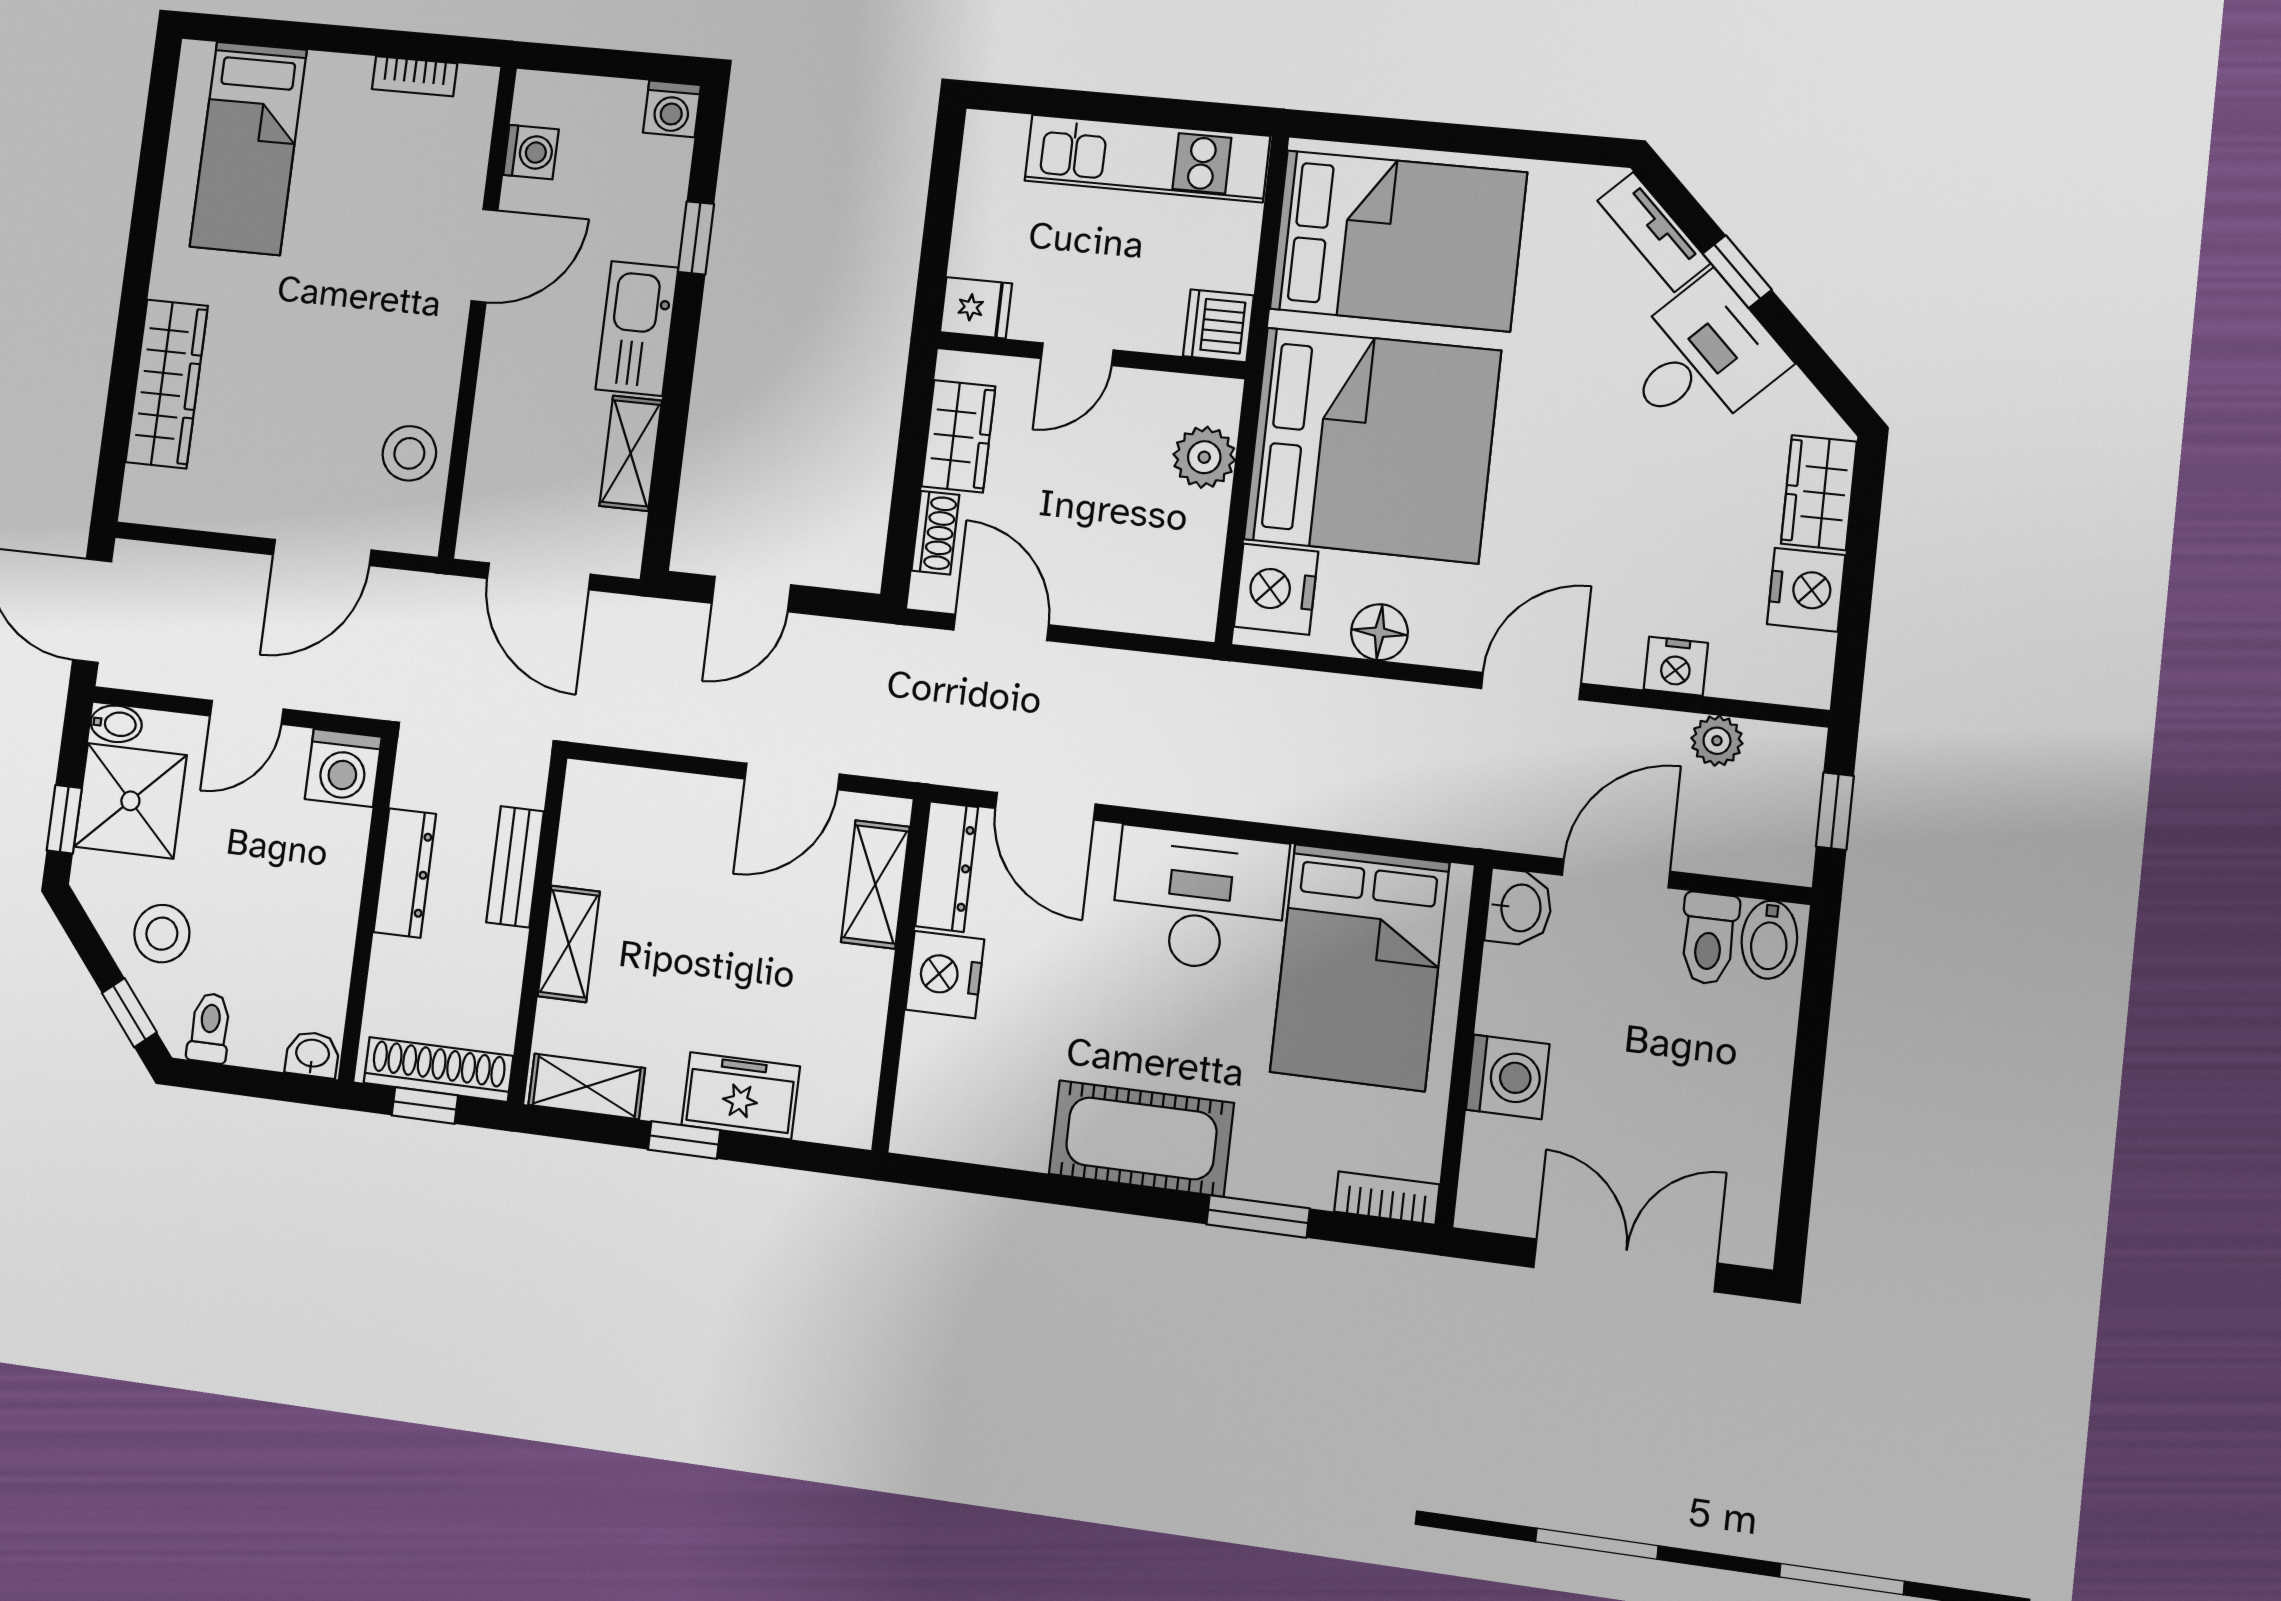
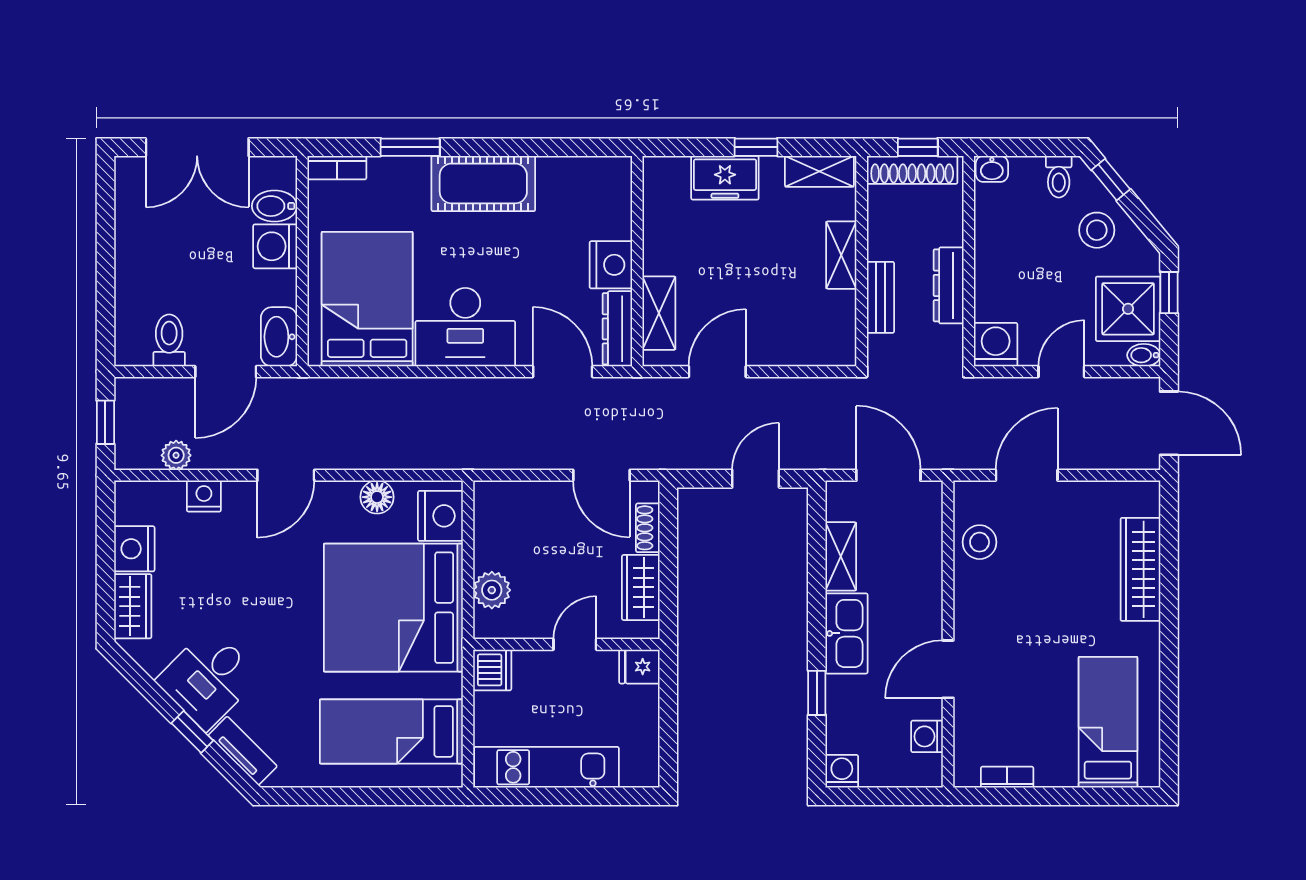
bed: (1398, 241) -> (391, 731), width x0.67
washbasin: (1519, 908) -> (279, 337), width x1.38
bidet: (1769, 940) -> (274, 206), moved, turned -90

